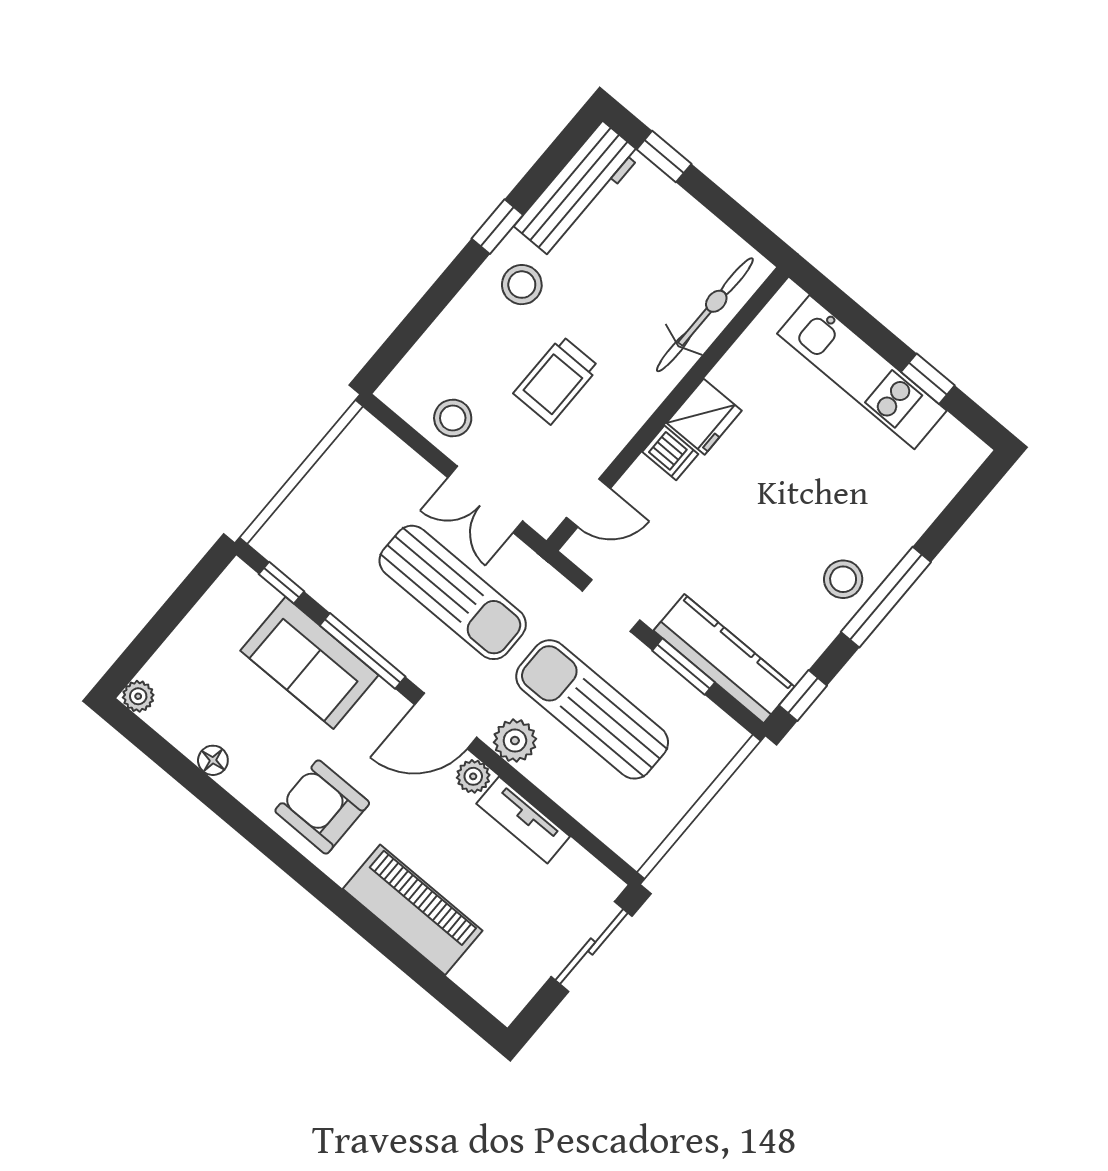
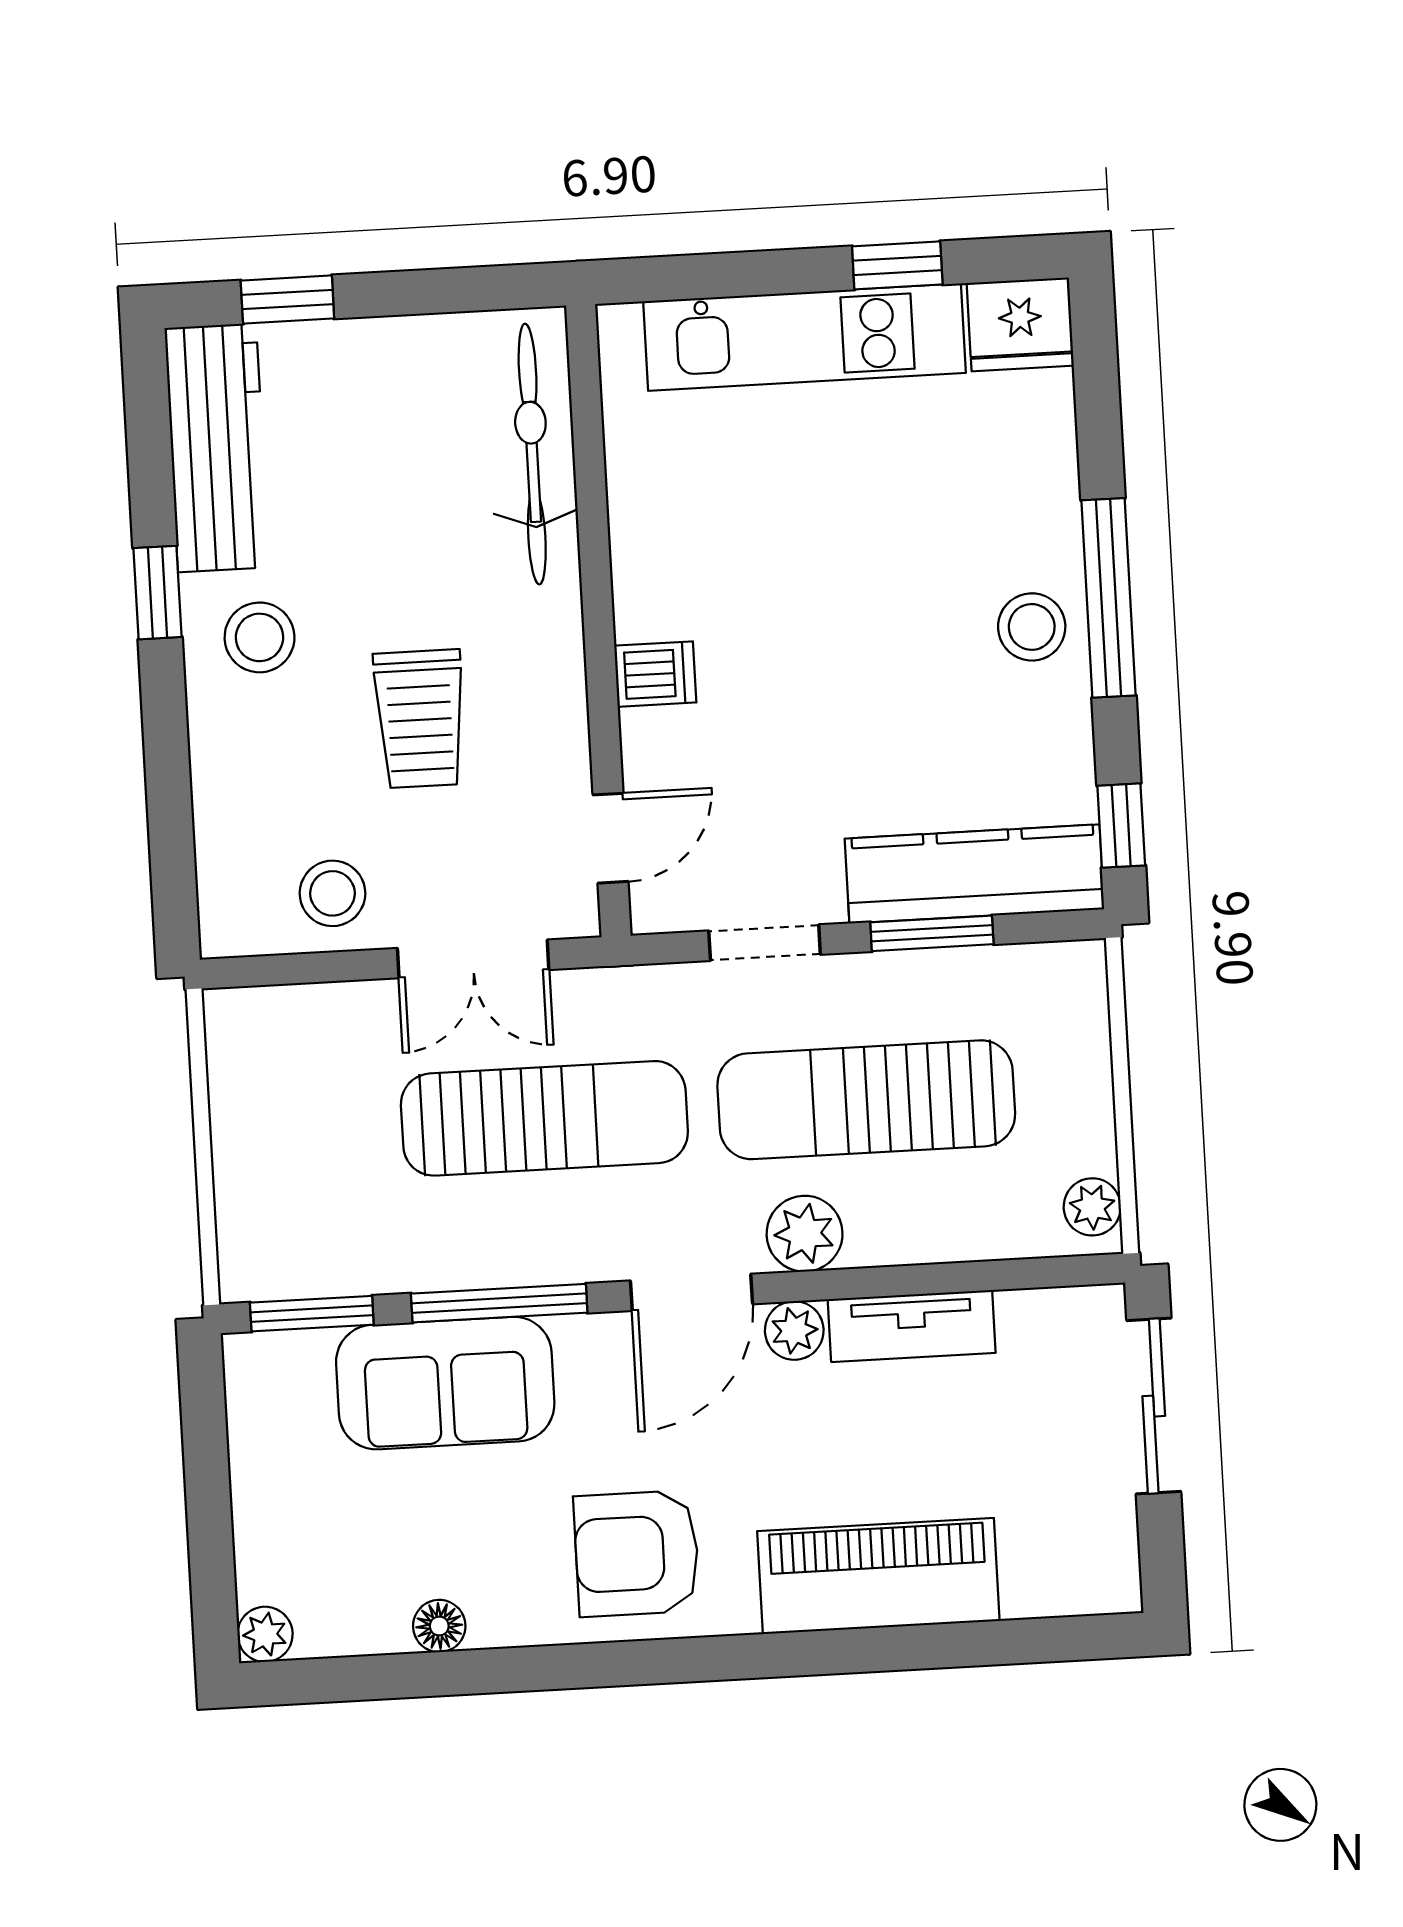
fridge: (704, 417) -> (1020, 324), moved, turned 90
window: (282, 583) -> (312, 1314), width x1.50
plant: (643, 841) -> (1092, 1207), added

